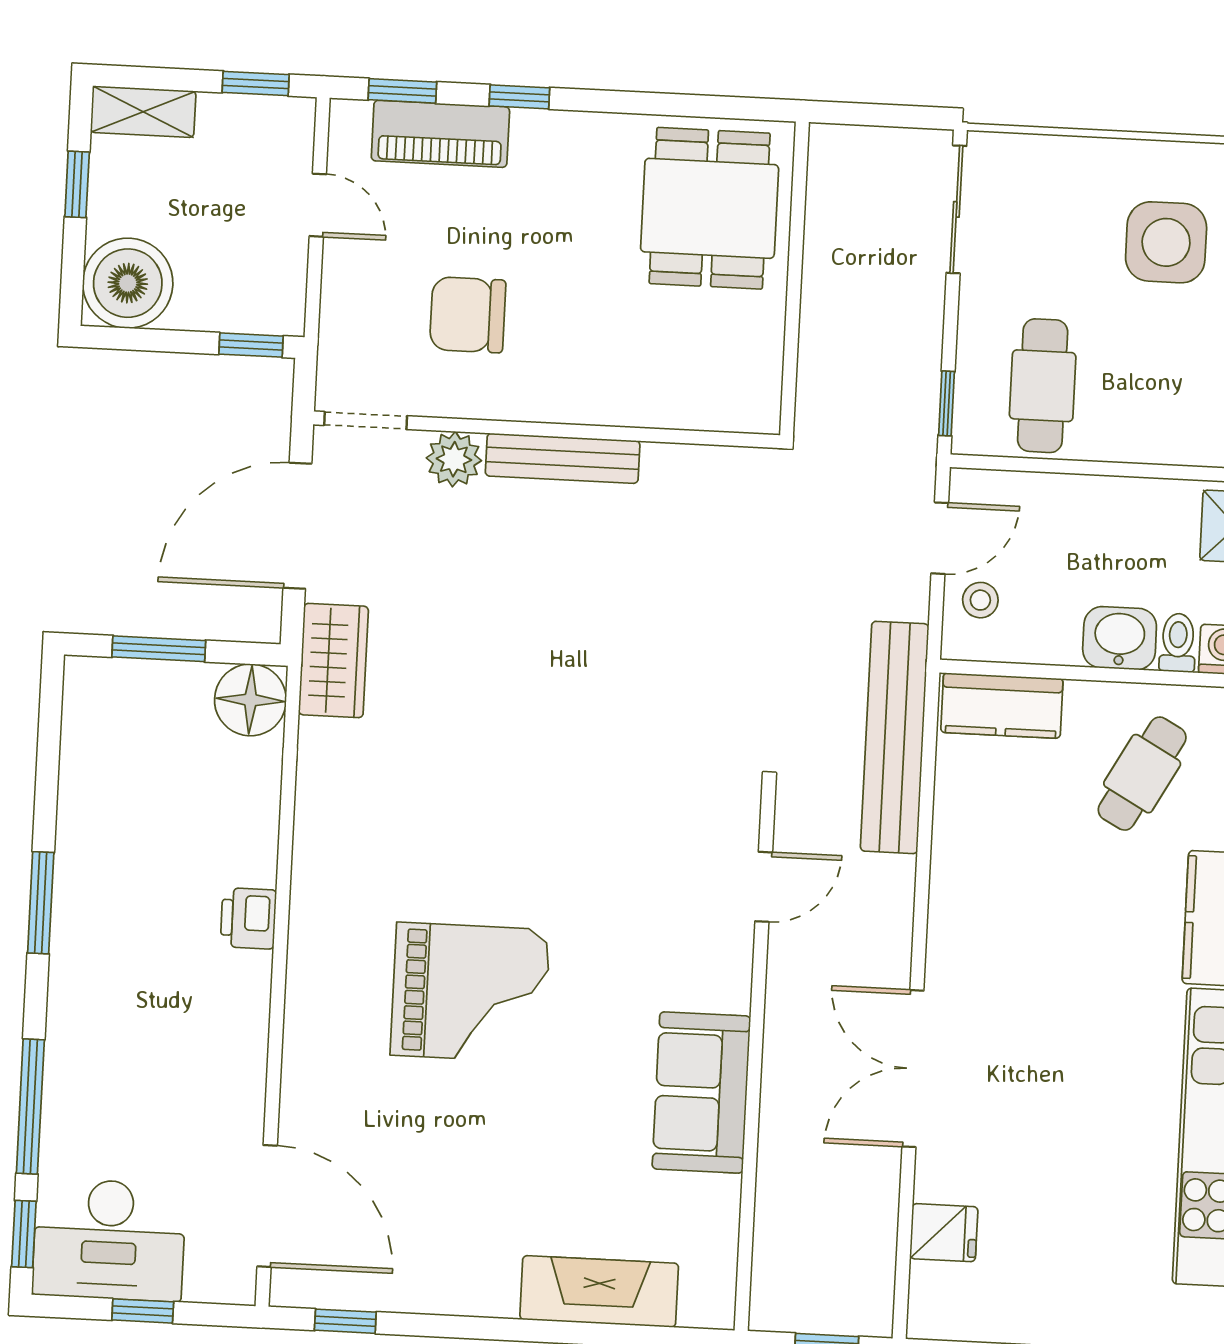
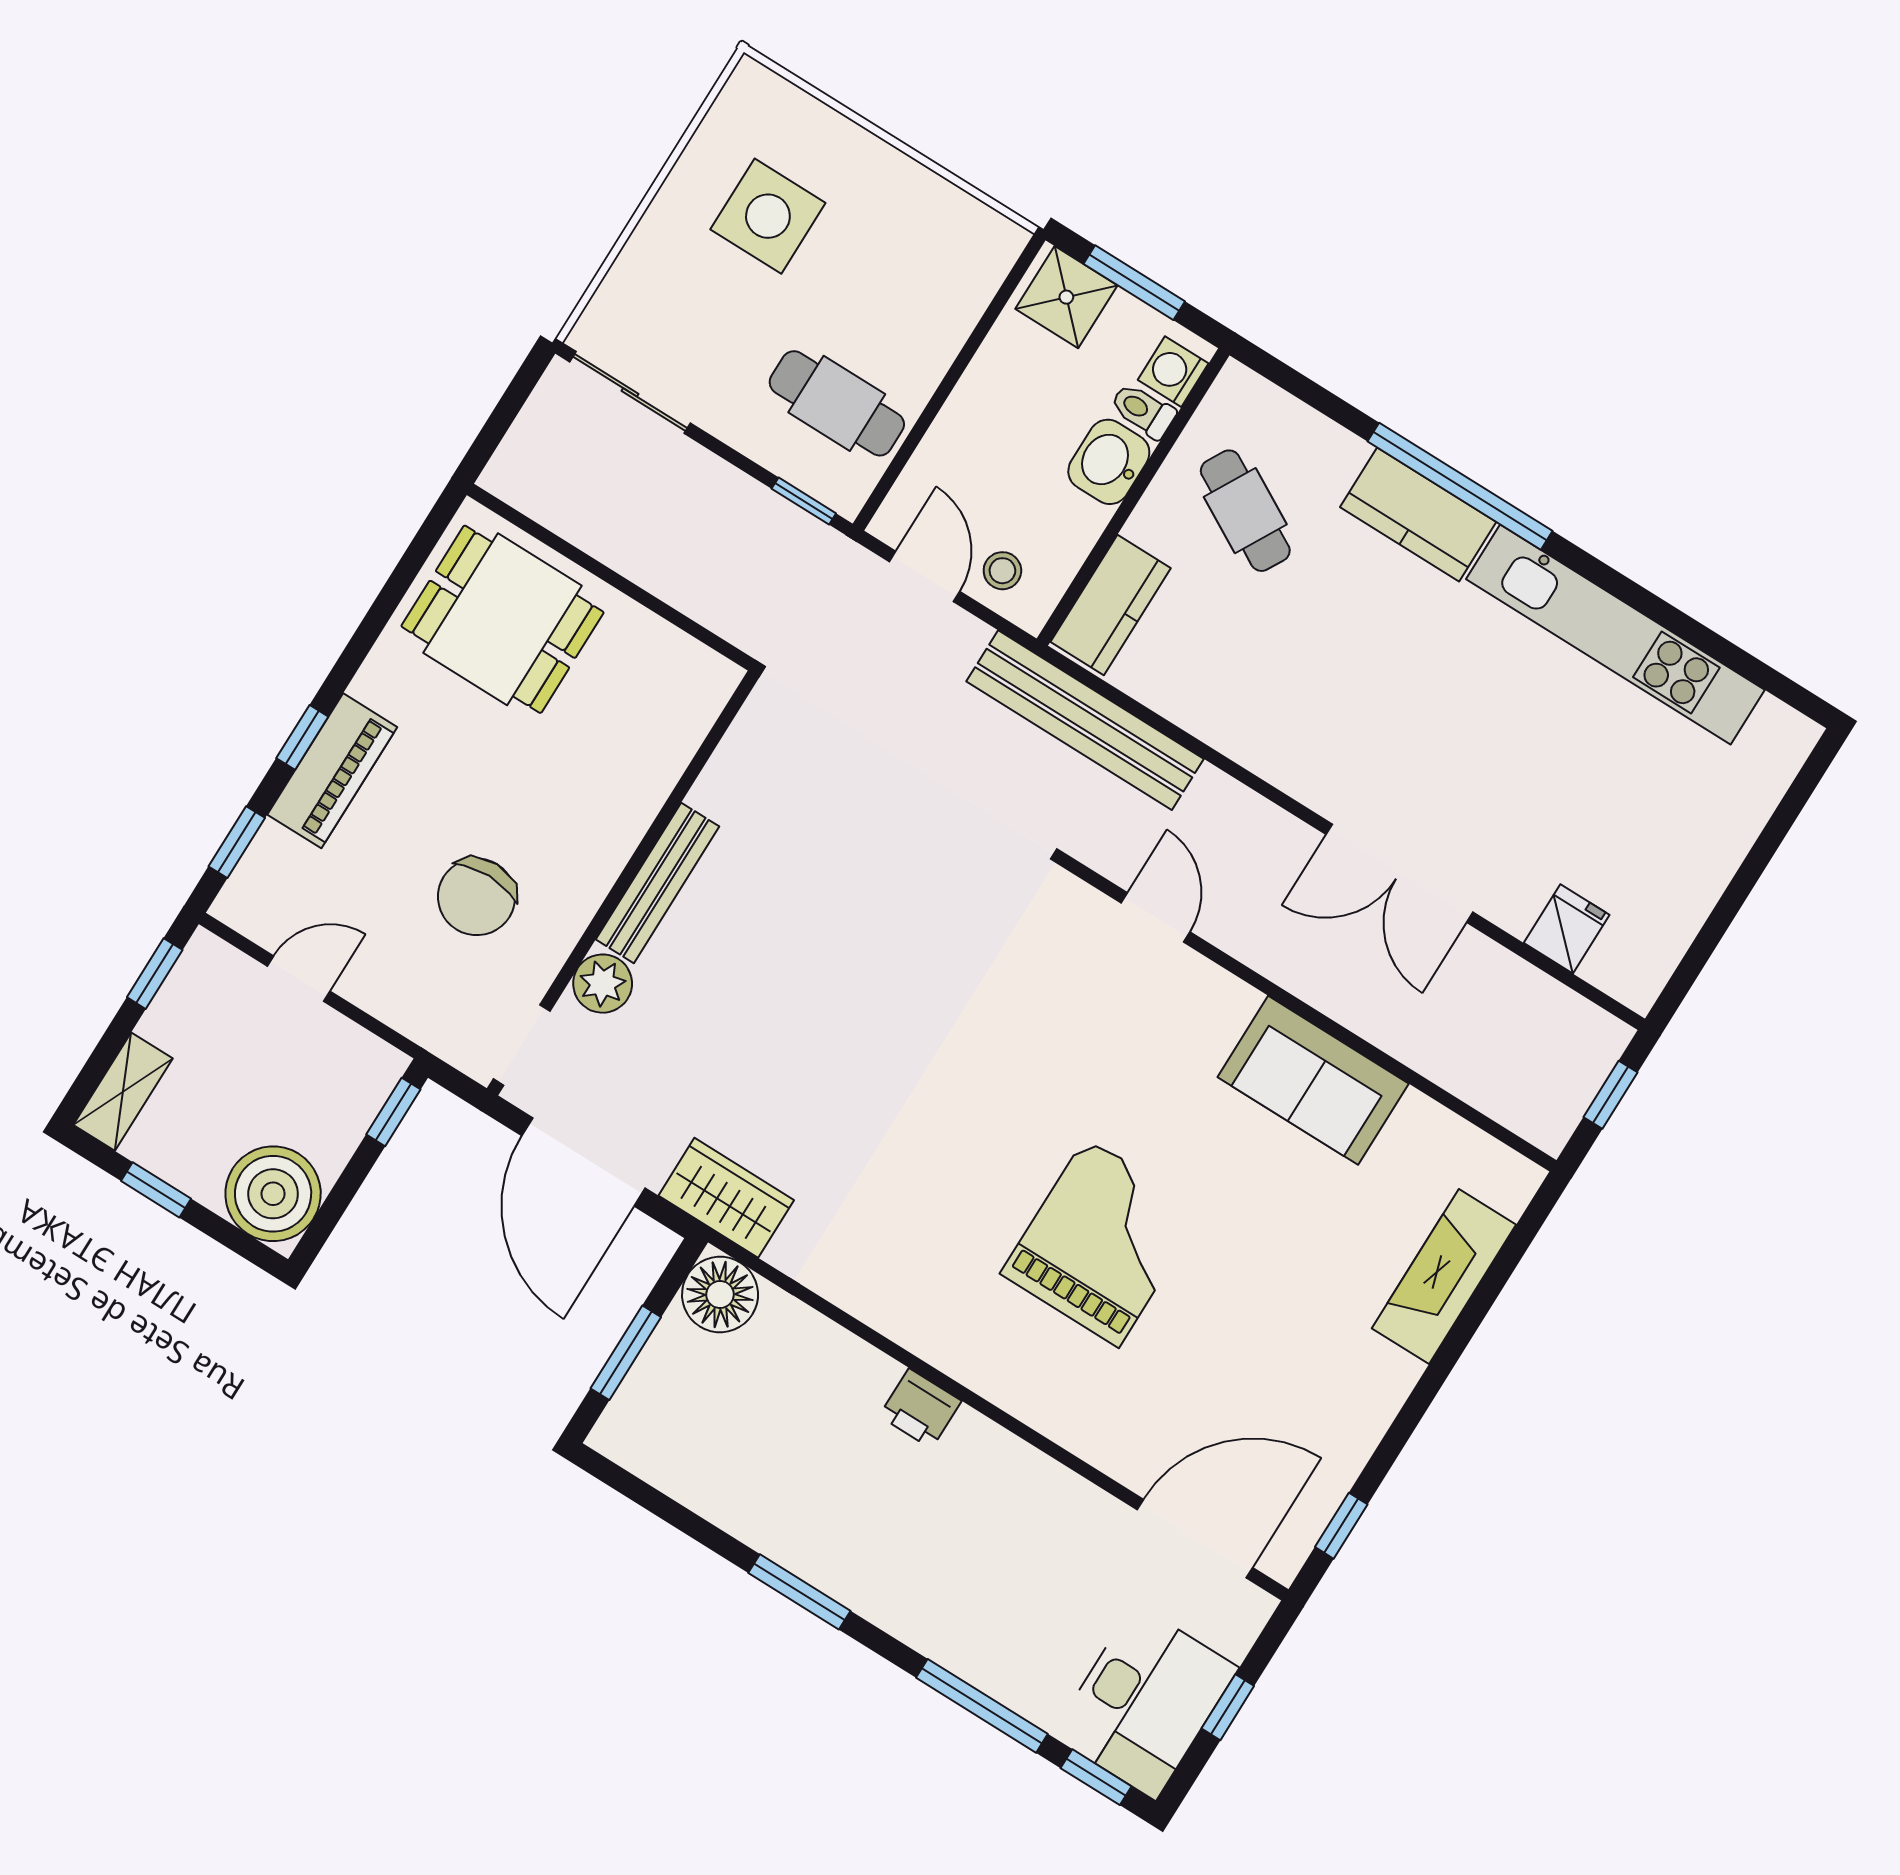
piano: (440, 134) -> (332, 771), moved

